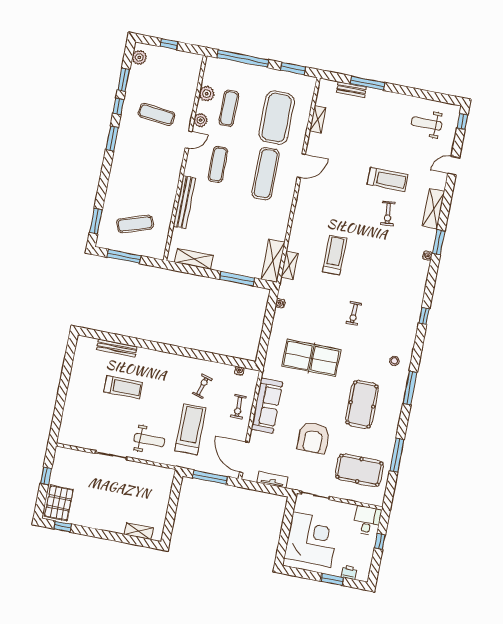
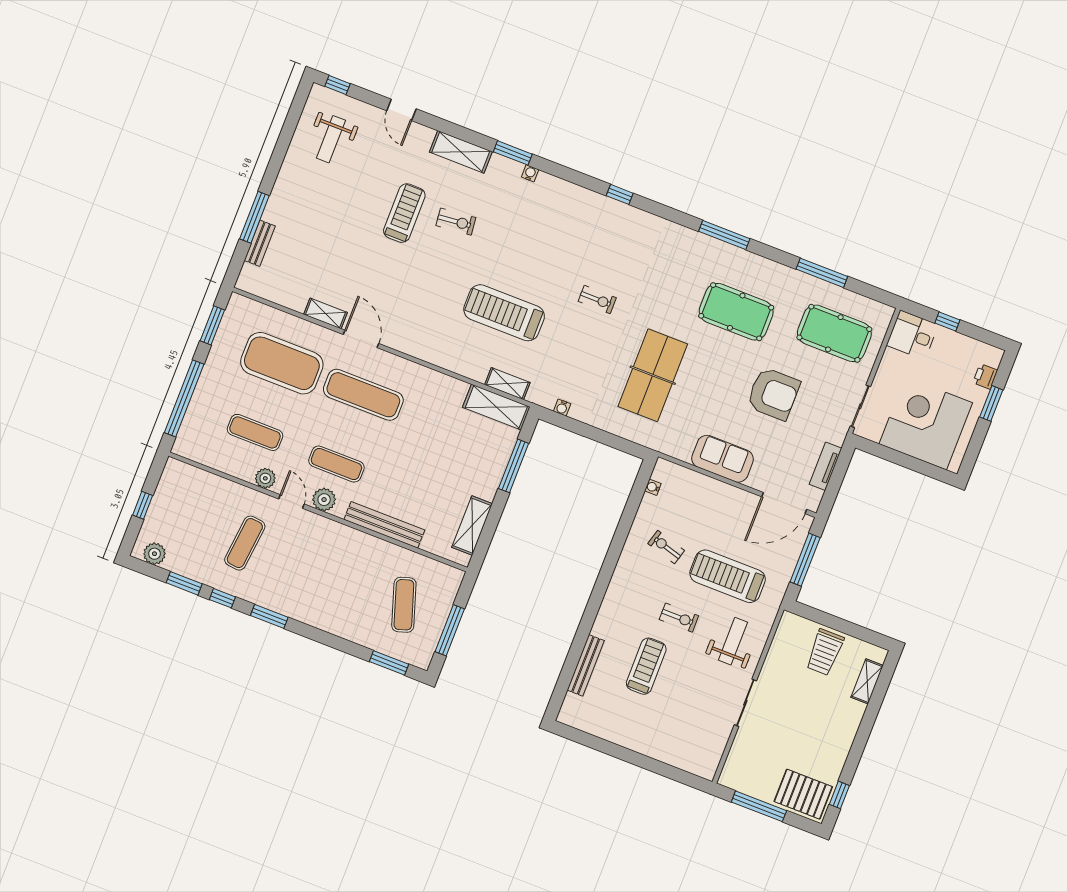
plant: (207, 94) -> (324, 500), moved
shelving: (318, 119) -> (326, 313), moved
treadmill: (335, 255) -> (504, 313), width x1.37, depth x1.38
stool: (394, 361) -> (679, 251), removed
sofa: (267, 406) -> (723, 459), width x0.73
exercise bike: (238, 407) -> (679, 618), moved
pool table: (359, 470) -> (834, 333), turned 90
window: (46, 476) -> (759, 806), width x2.17
trolley: (153, 501) -> (825, 652), added

